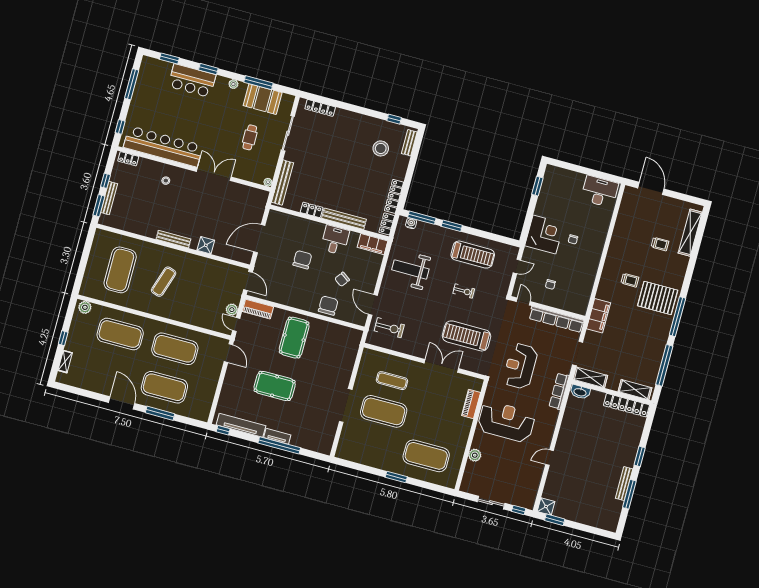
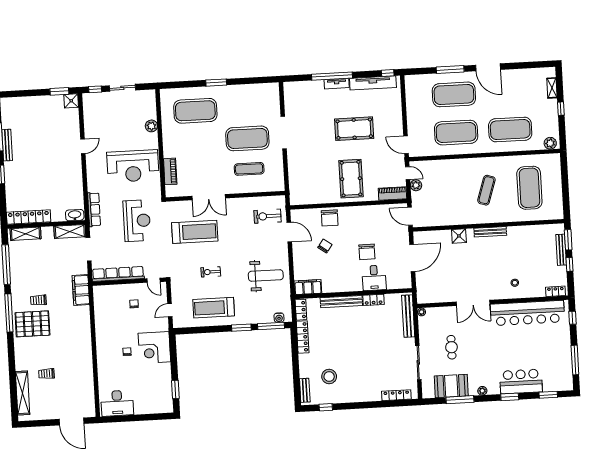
desk: (335, 240) -> (374, 278), moved
trolley: (630, 280) -> (38, 300), moved

